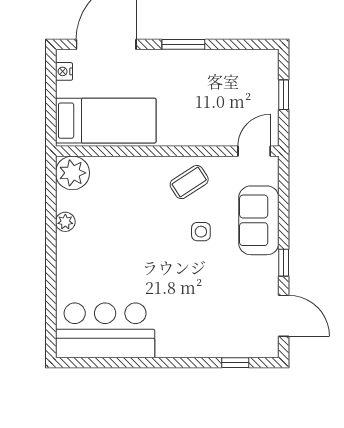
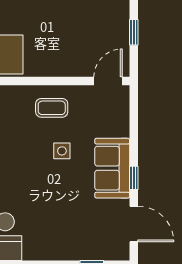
coffee table: (189, 182) -> (52, 108), turned 33
sofa: (259, 220) -> (112, 168), moved

